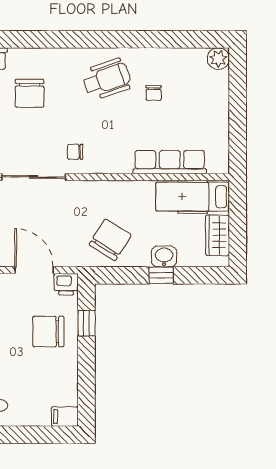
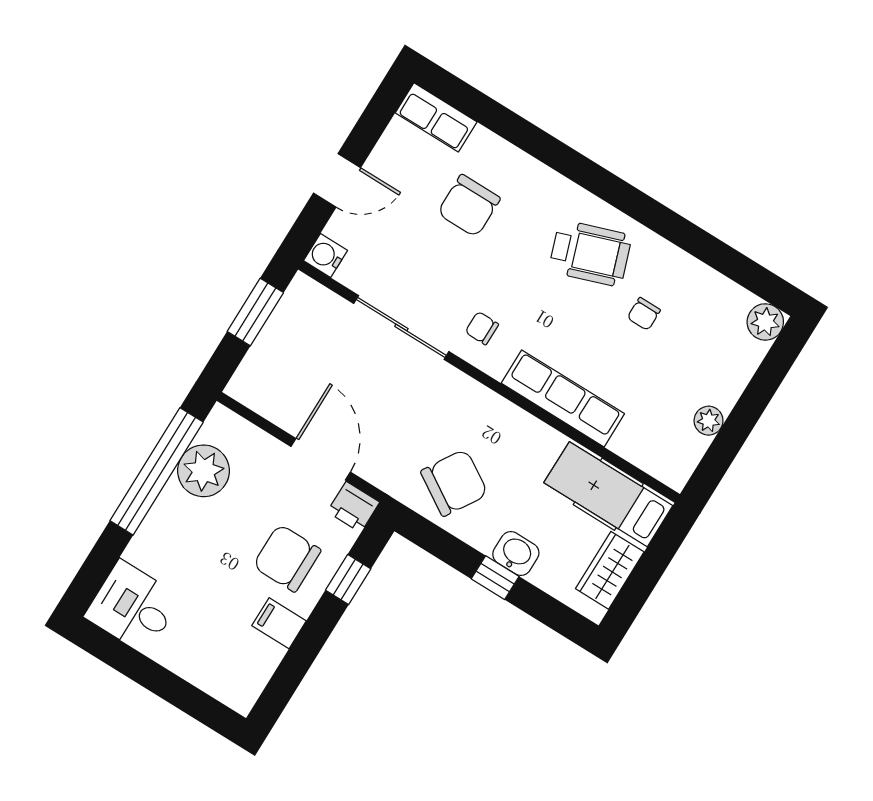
plant: (221, 127) -> (709, 421), added
row of seats: (170, 162) -> (563, 398), moved
filing cabinet: (65, 417) -> (279, 623), moved

